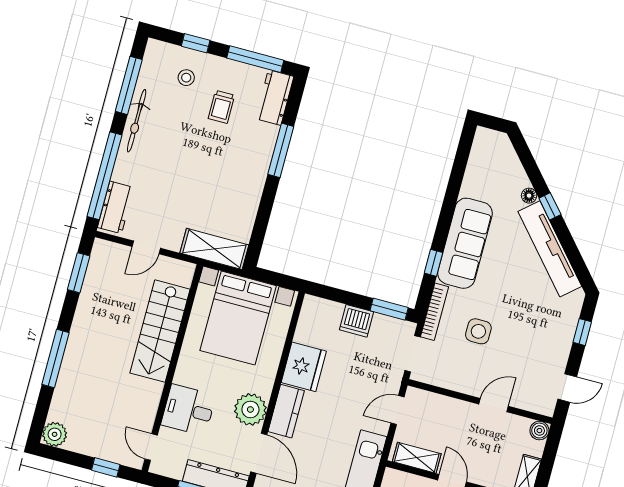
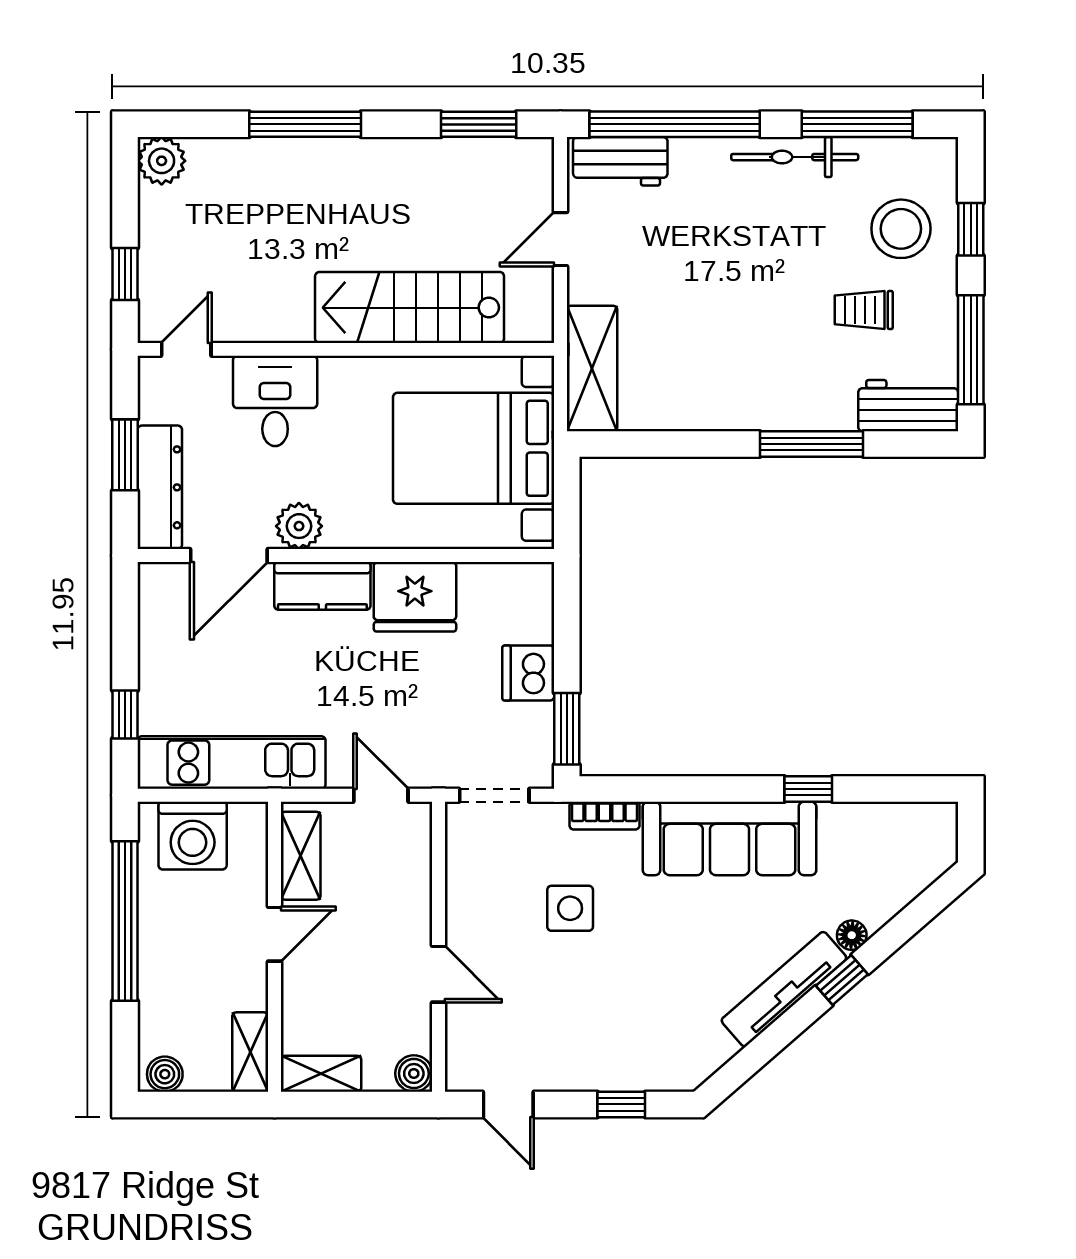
stool: (186, 78) -> (901, 229), width x1.89, depth x1.89
door: (146, 247) -> (561, 239), hinge flipped
tv unit: (550, 249) -> (784, 989), width x0.73, depth x0.78
window: (434, 263) -> (808, 789), moved
bookcase: (435, 312) -> (605, 816), width x0.64
plant: (250, 409) -> (299, 526), width x0.73, depth x0.73

